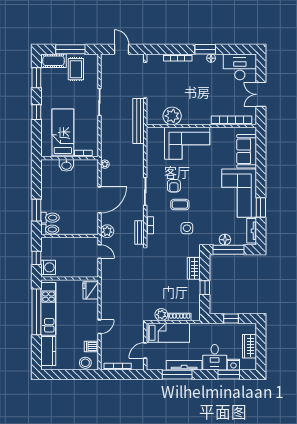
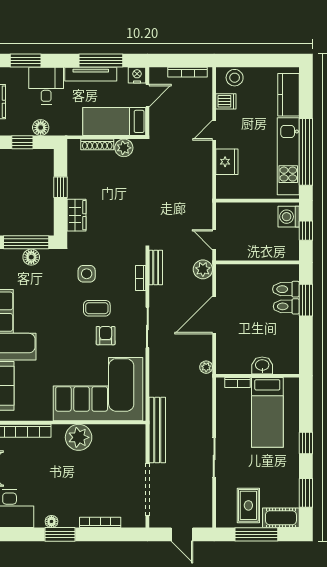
plant: (172, 116) -> (79, 437), moved
corner sofa: (187, 143) -> (98, 389), width x1.36, depth x1.36
toilet: (50, 229) -> (286, 306), moved
fridge: (91, 290) -> (227, 162), moved
floor lamp: (218, 329) -> (41, 128), added
nightstand: (233, 365) -> (137, 75), moved

